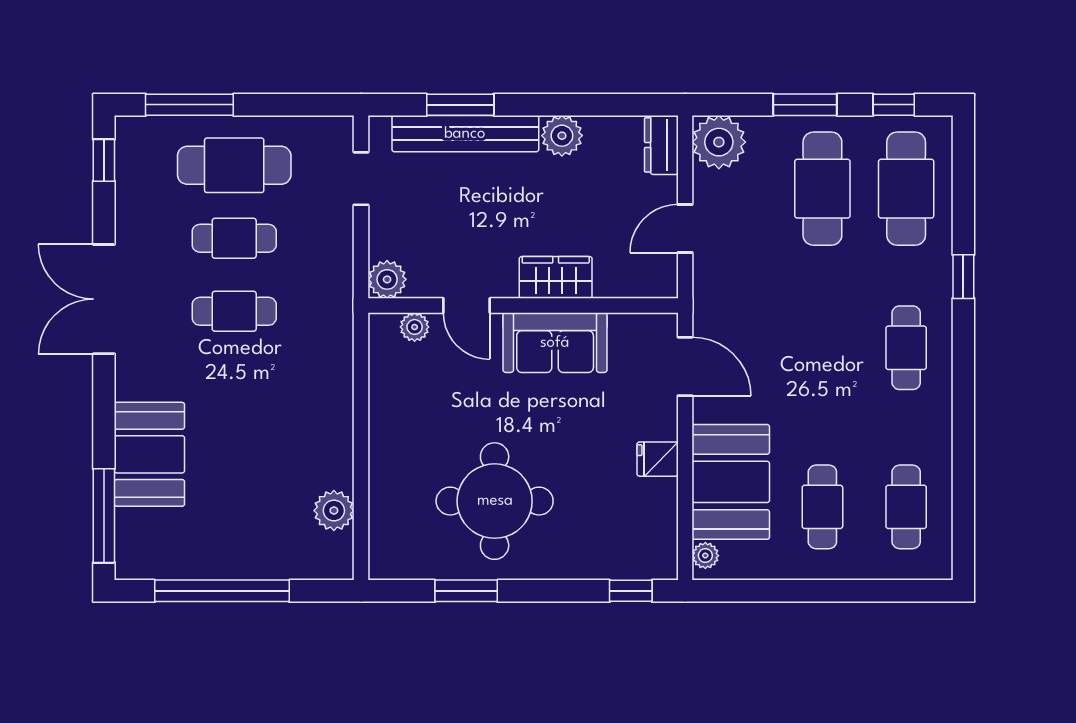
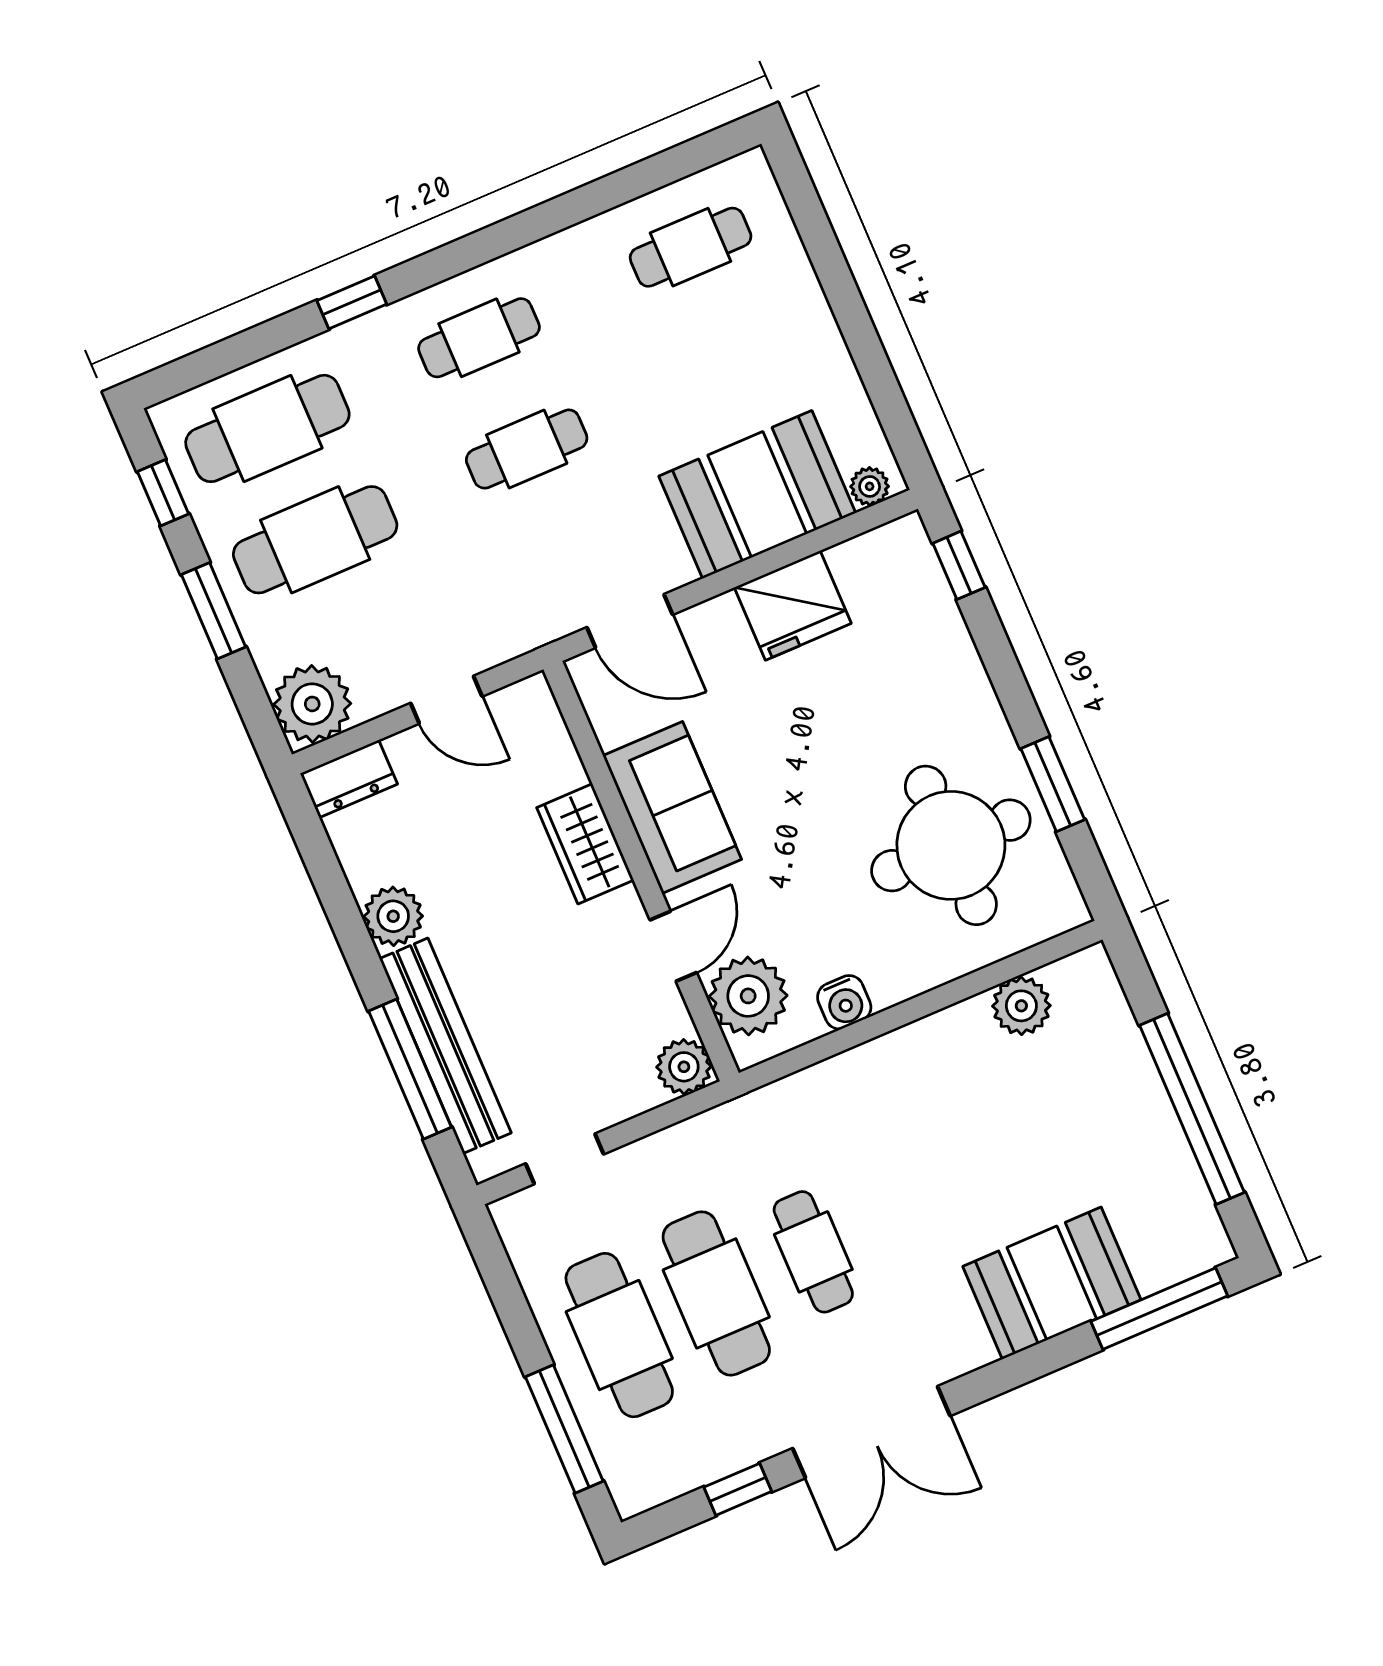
window: (460, 105) -> (410, 1069), width x1.44
window: (104, 160) -> (738, 1489), moved
cafe table: (234, 238) -> (716, 1293), width x1.37, depth x1.35
plant: (415, 327) -> (748, 996), width x1.88, depth x1.88
door: (685, 366) -> (630, 621), swing flipped
water cooler: (384, 399) -> (844, 1002), added
fridge: (658, 459) -> (793, 605), width x1.88, depth x1.34
round table: (495, 501) -> (951, 845), moved
cafe table: (822, 507) -> (527, 449), moved

